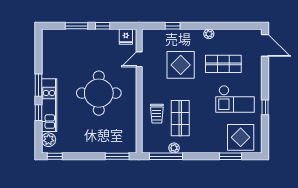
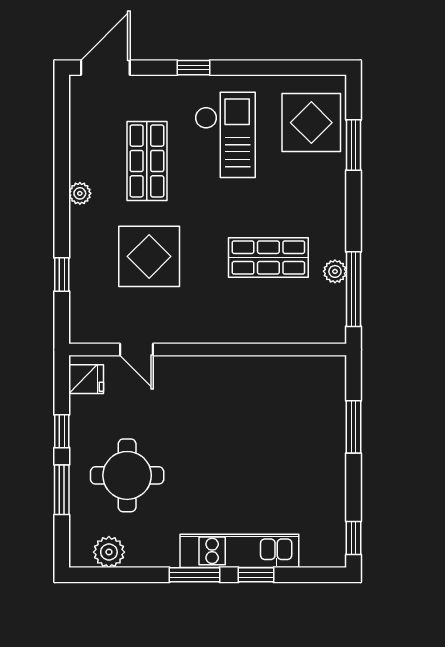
round table: (99, 93) -> (127, 475), moved, width x0.73, depth x0.73
window: (265, 107) -> (193, 68), moved
trolley: (157, 114) -> (258, 310), removed
plant: (49, 140) -> (109, 552), moved
window: (117, 156) -> (354, 427), moved

